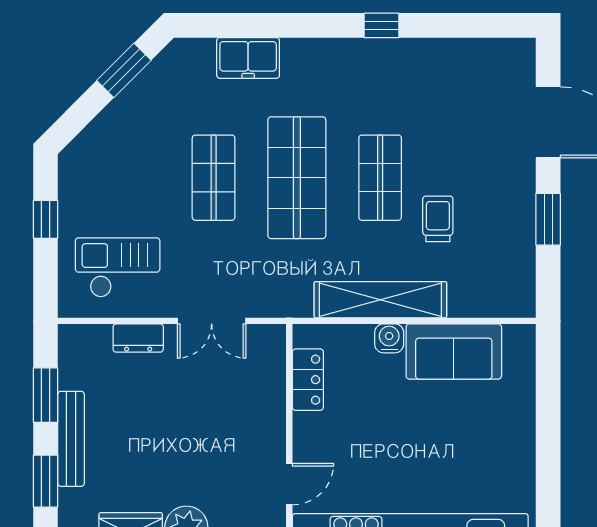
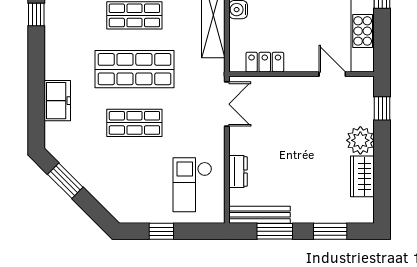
double door: (212, 321) -> (227, 104), moved
bench: (71, 439) -> (259, 215), moved

